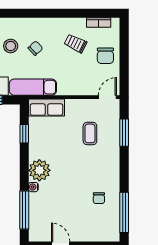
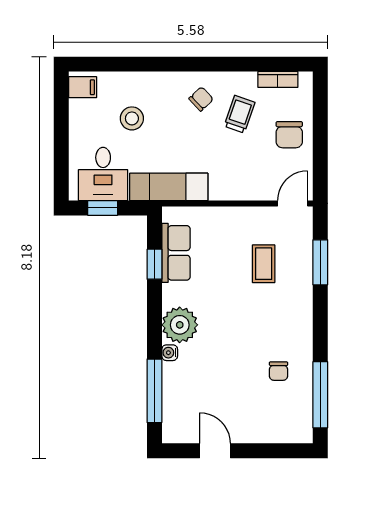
trolley: (75, 43) -> (240, 114), turned 83
chair: (35, 48) -> (201, 99), moved
row of seats: (46, 107) -> (176, 253), moved, turned -90

